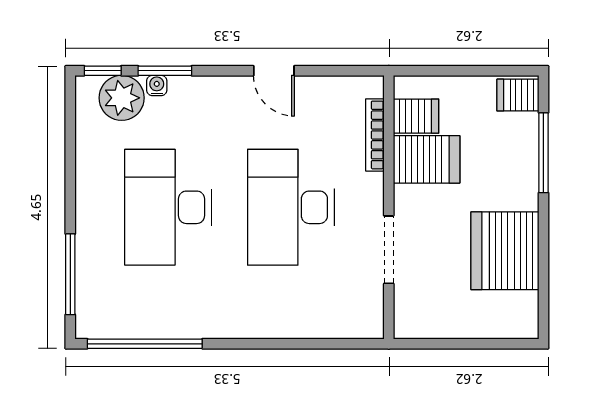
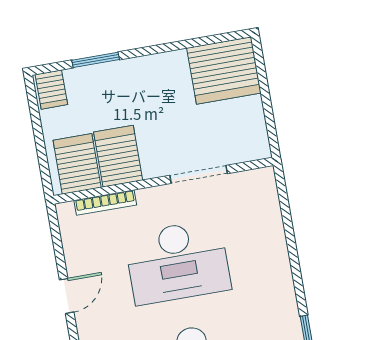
server rack: (416, 116) -> (77, 164), width x1.36, depth x1.44
window: (543, 153) -> (96, 60), width x0.69
server rack: (505, 251) -> (224, 71), moved

